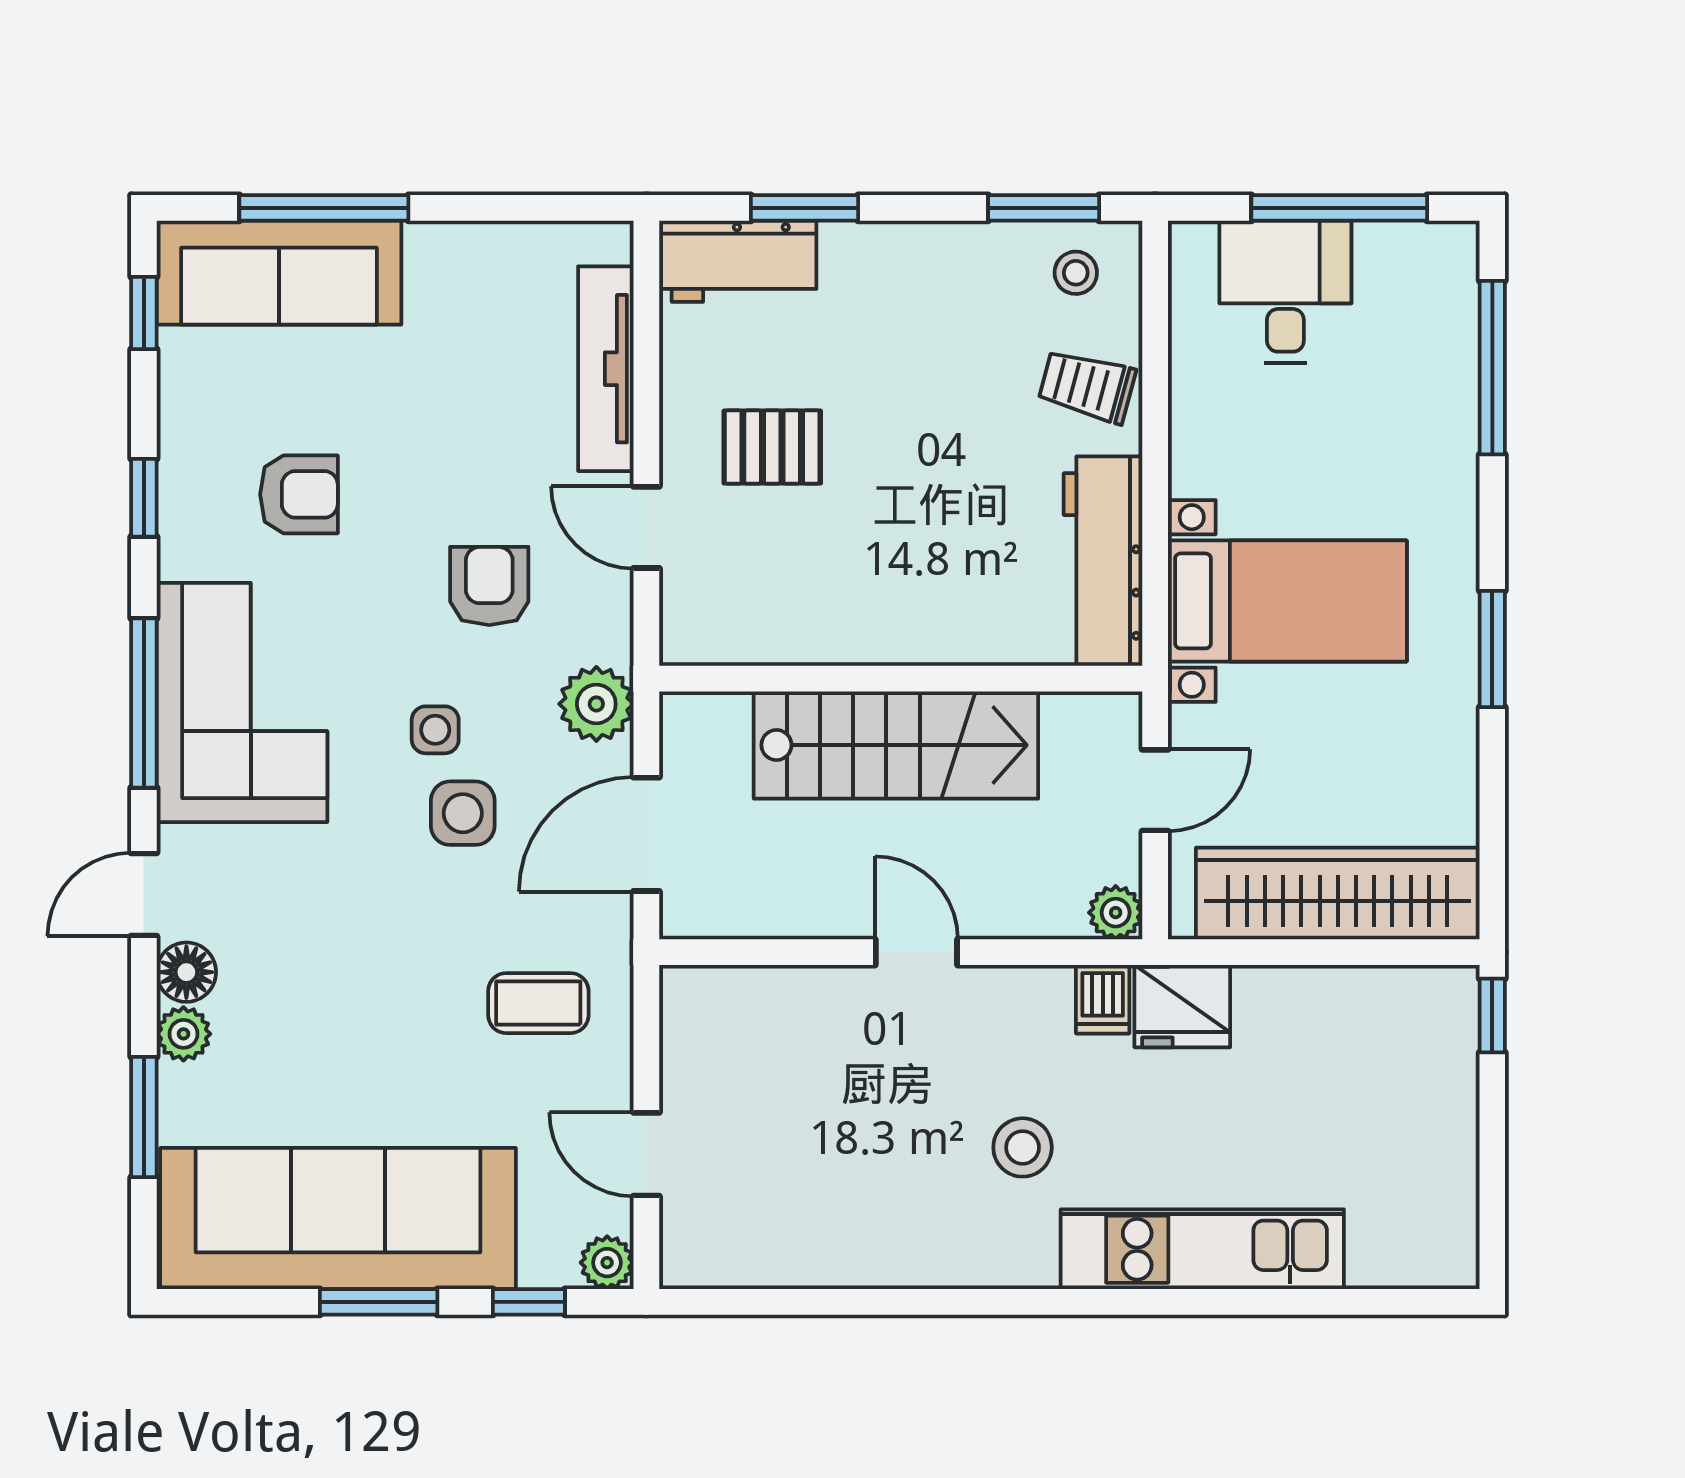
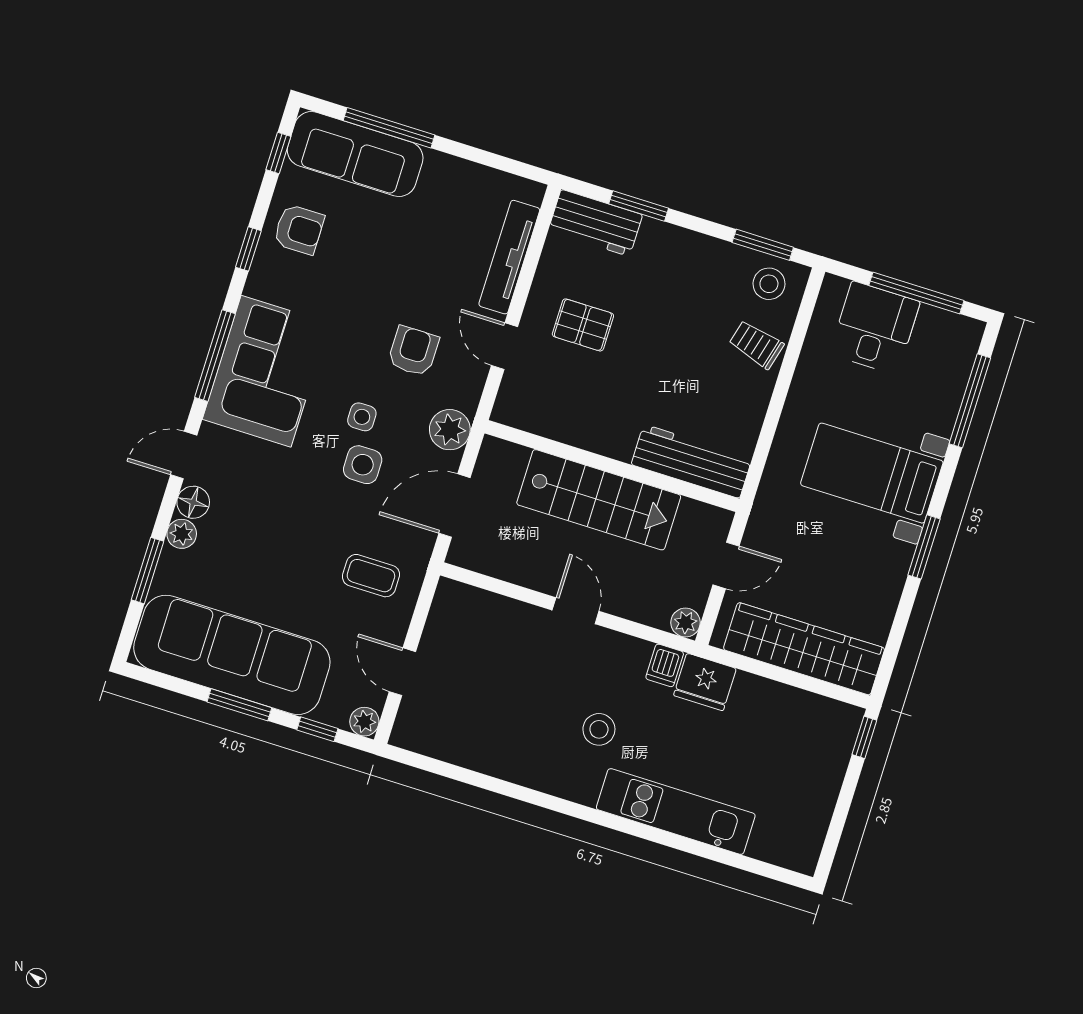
stool: (1076, 273) -> (769, 284), width x1.37, depth x1.37
armchair: (299, 494) -> (299, 229), moved
workbench: (1103, 561) -> (692, 461), moved, turned 90
bed with nightstands: (1287, 601) -> (872, 473), moved, turned 180

